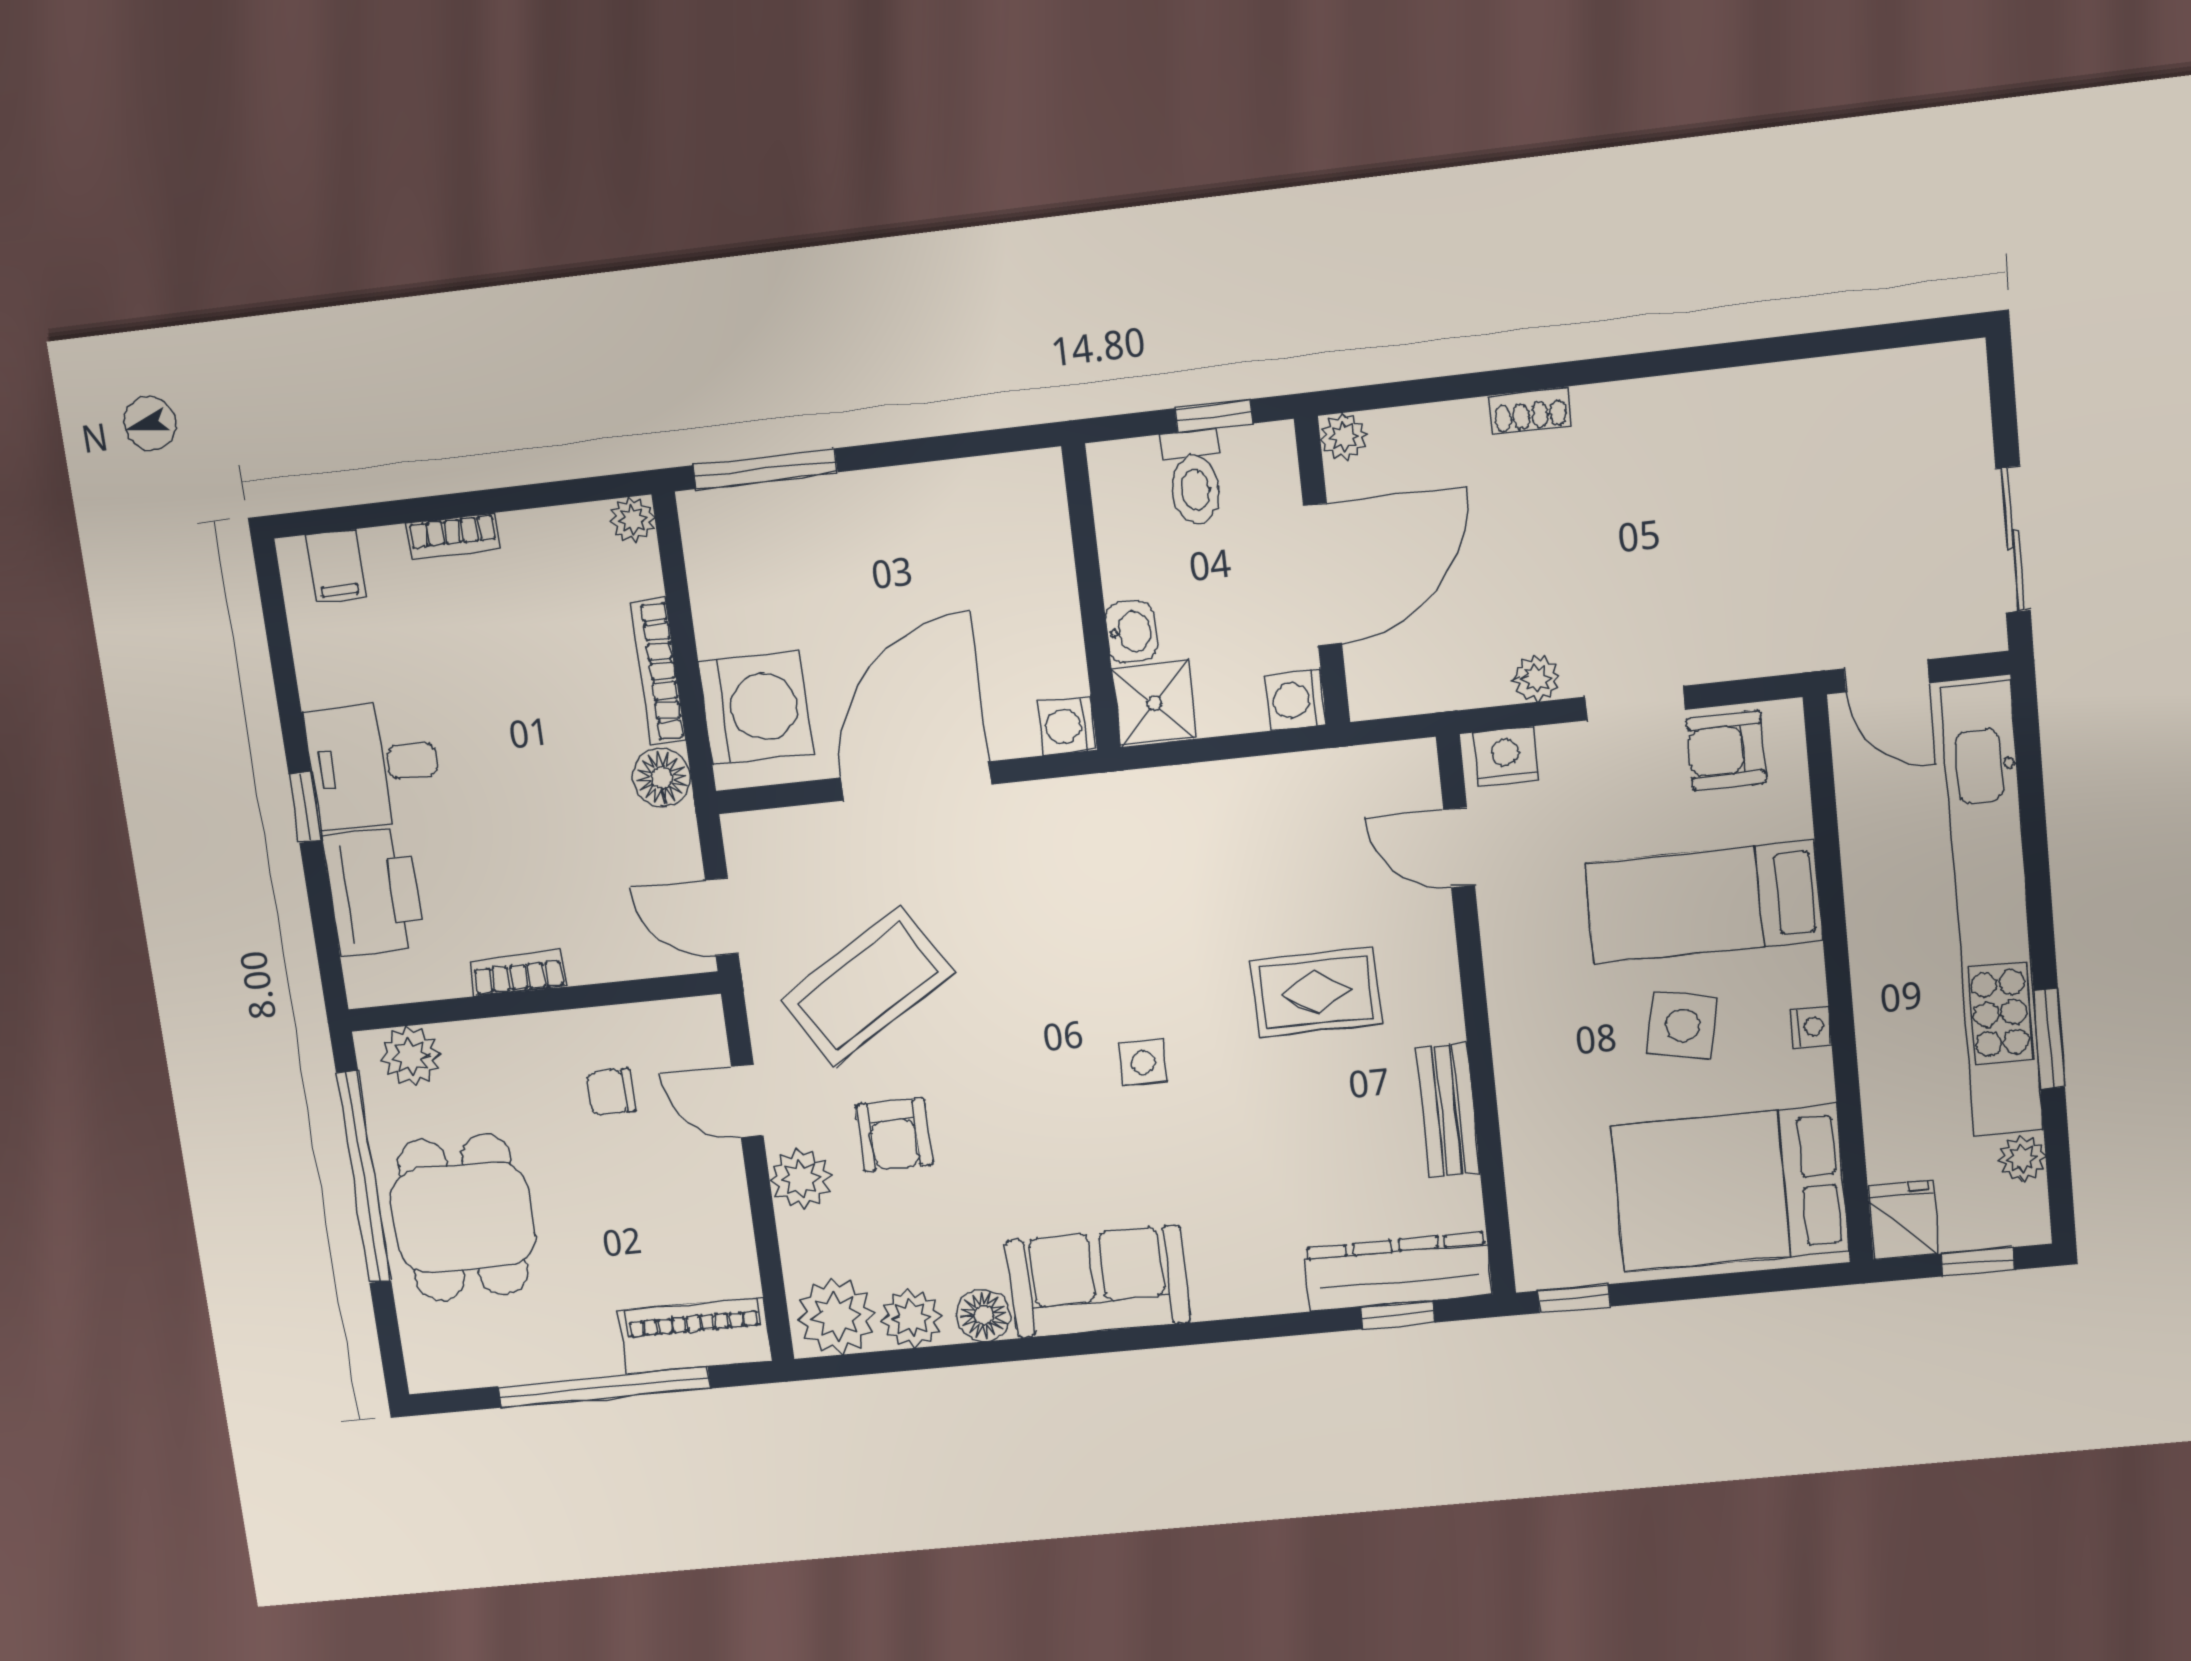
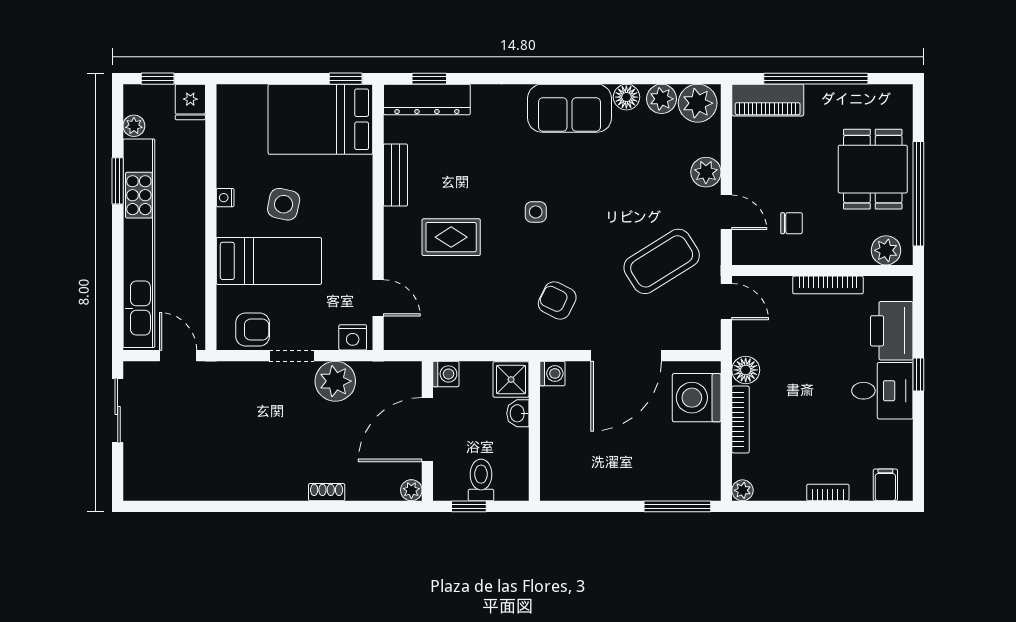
plant: (1536, 678) -> (335, 381), width x1.88, depth x1.88
bookcase: (518, 973) -> (828, 285), width x1.56
armchair: (894, 1135) -> (557, 300), moved, turned -64
bed: (1730, 1189) -> (320, 119), moved, turned 180

